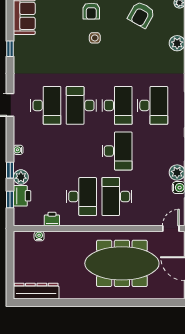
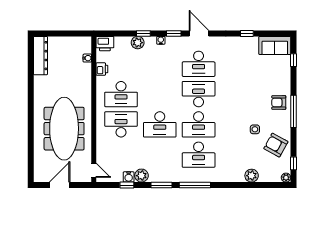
side table: (95, 38) -> (255, 129), moved
printer: (22, 196) -> (105, 44), moved
window: (10, 199) -> (174, 33), moved

